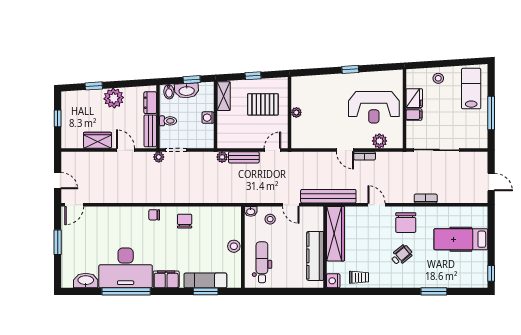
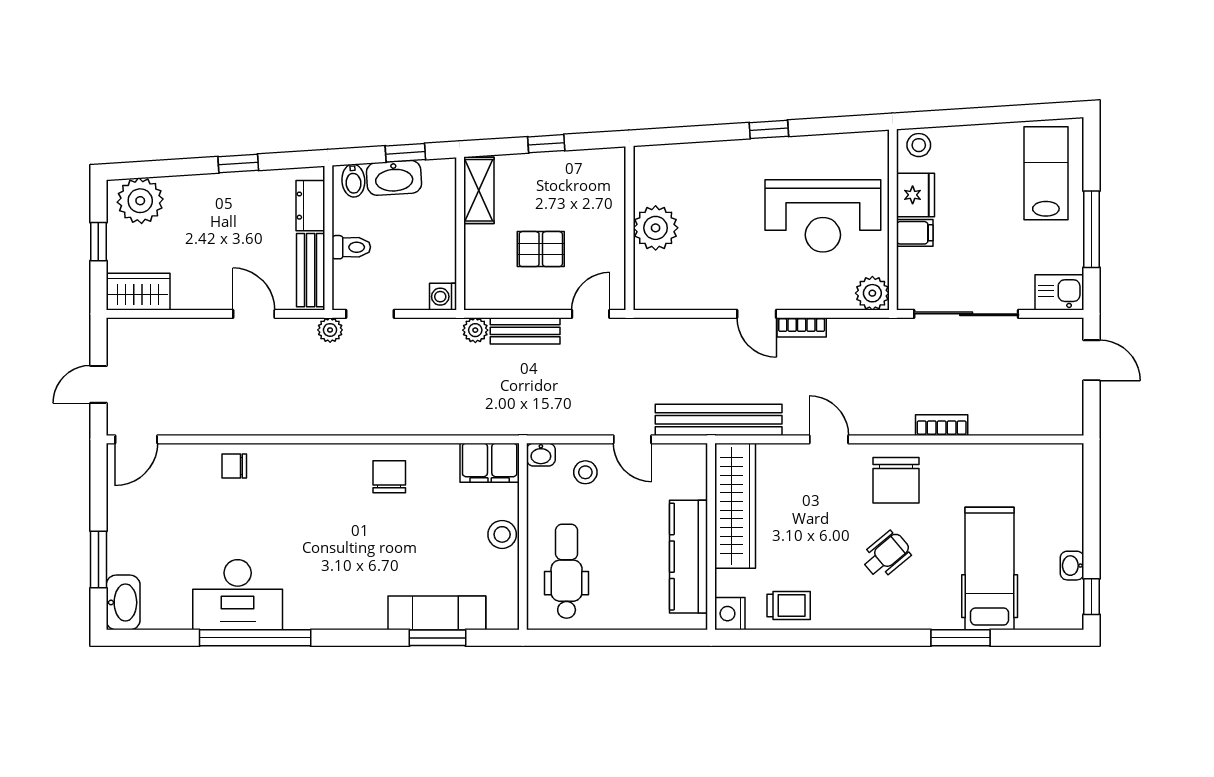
stool: (438, 78) -> (919, 145), moved
window: (94, 86) -> (238, 163), moved
plant: (114, 98) -> (140, 201), moved
pallet: (263, 104) -> (541, 249), moved, width x0.67, depth x0.71
plant: (296, 112) -> (656, 228), width x1.88, depth x1.88
washing machine: (208, 118) -> (443, 297), moved
wardrobe: (97, 140) -> (138, 292), moved
plant: (379, 141) -> (872, 293), moved
kitchen sink: (477, 141) -> (1059, 292), added
door: (58, 181) -> (98, 384), swing flipped
door: (491, 182) -> (1092, 360), moved
chair: (154, 215) -> (234, 466), moved
hospital bed: (461, 239) -> (990, 569), moved, turned 90
window: (58, 242) -> (98, 559), moved
washbasin: (483, 260) -> (1072, 566), added
desk: (126, 268) -> (238, 595), width x0.73, depth x0.77
filing cabinet: (166, 279) -> (490, 463), moved, turned 180
washbasin: (86, 281) -> (123, 602), moved, turned 90

